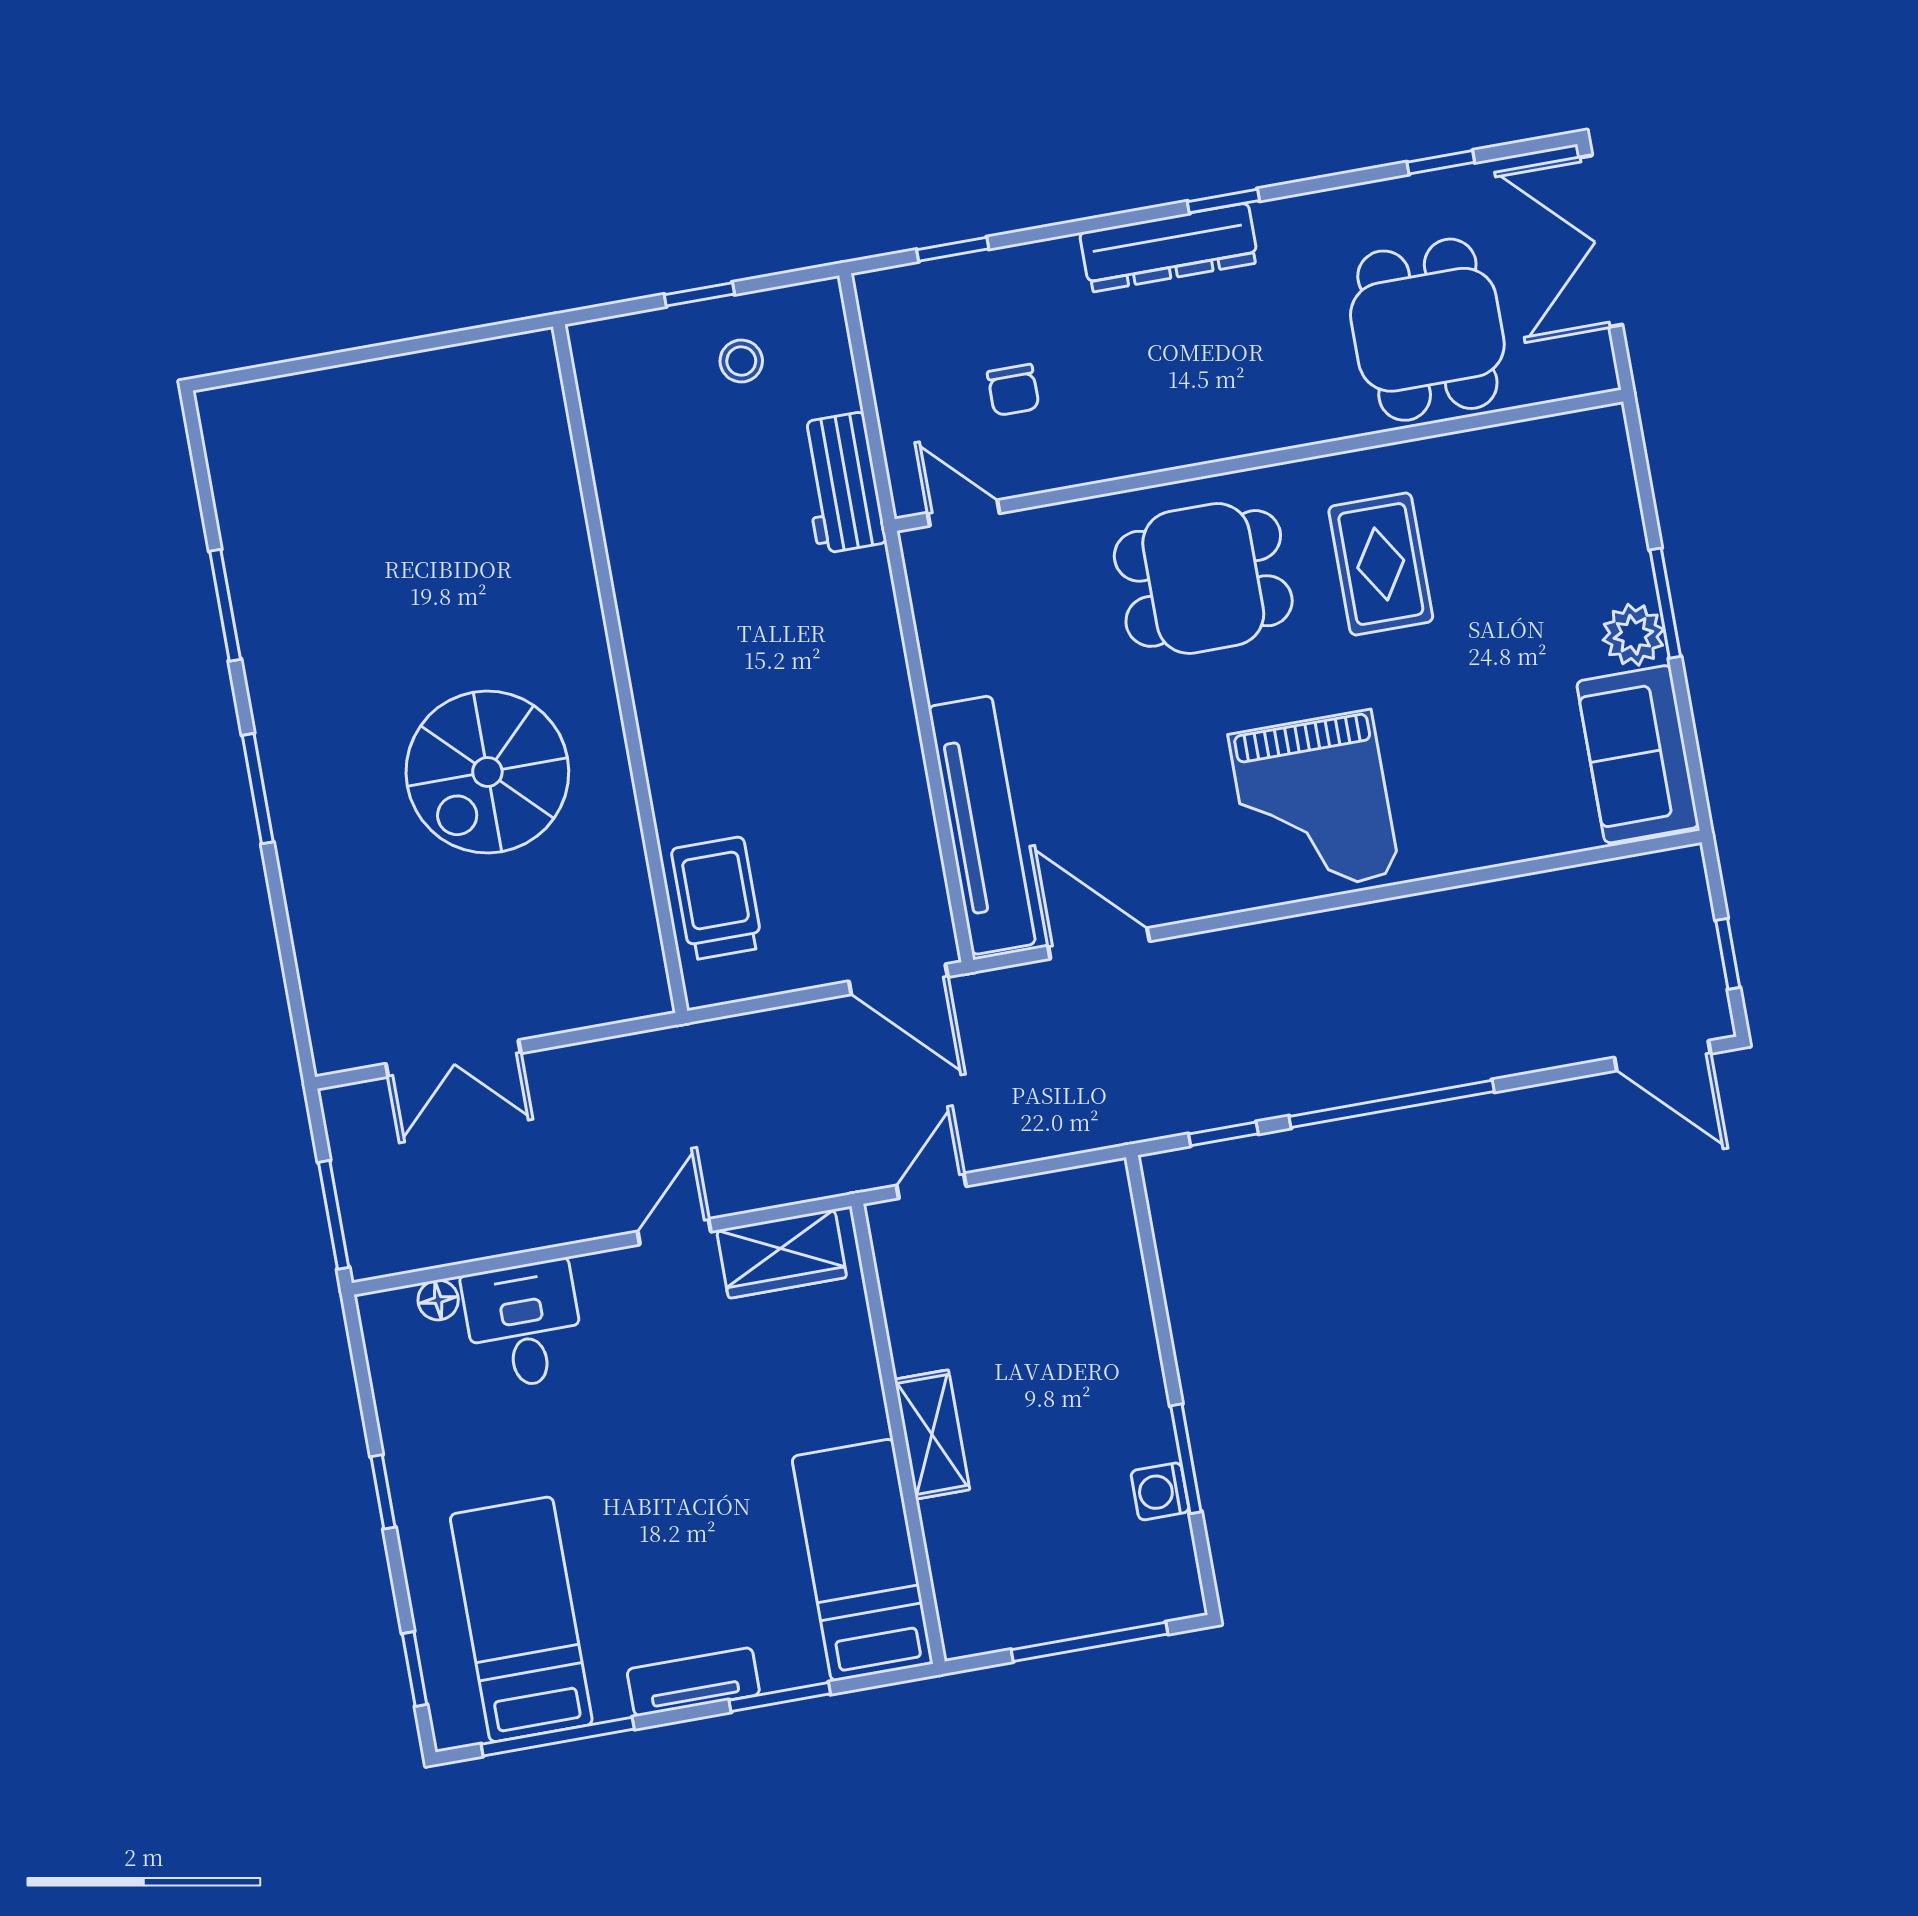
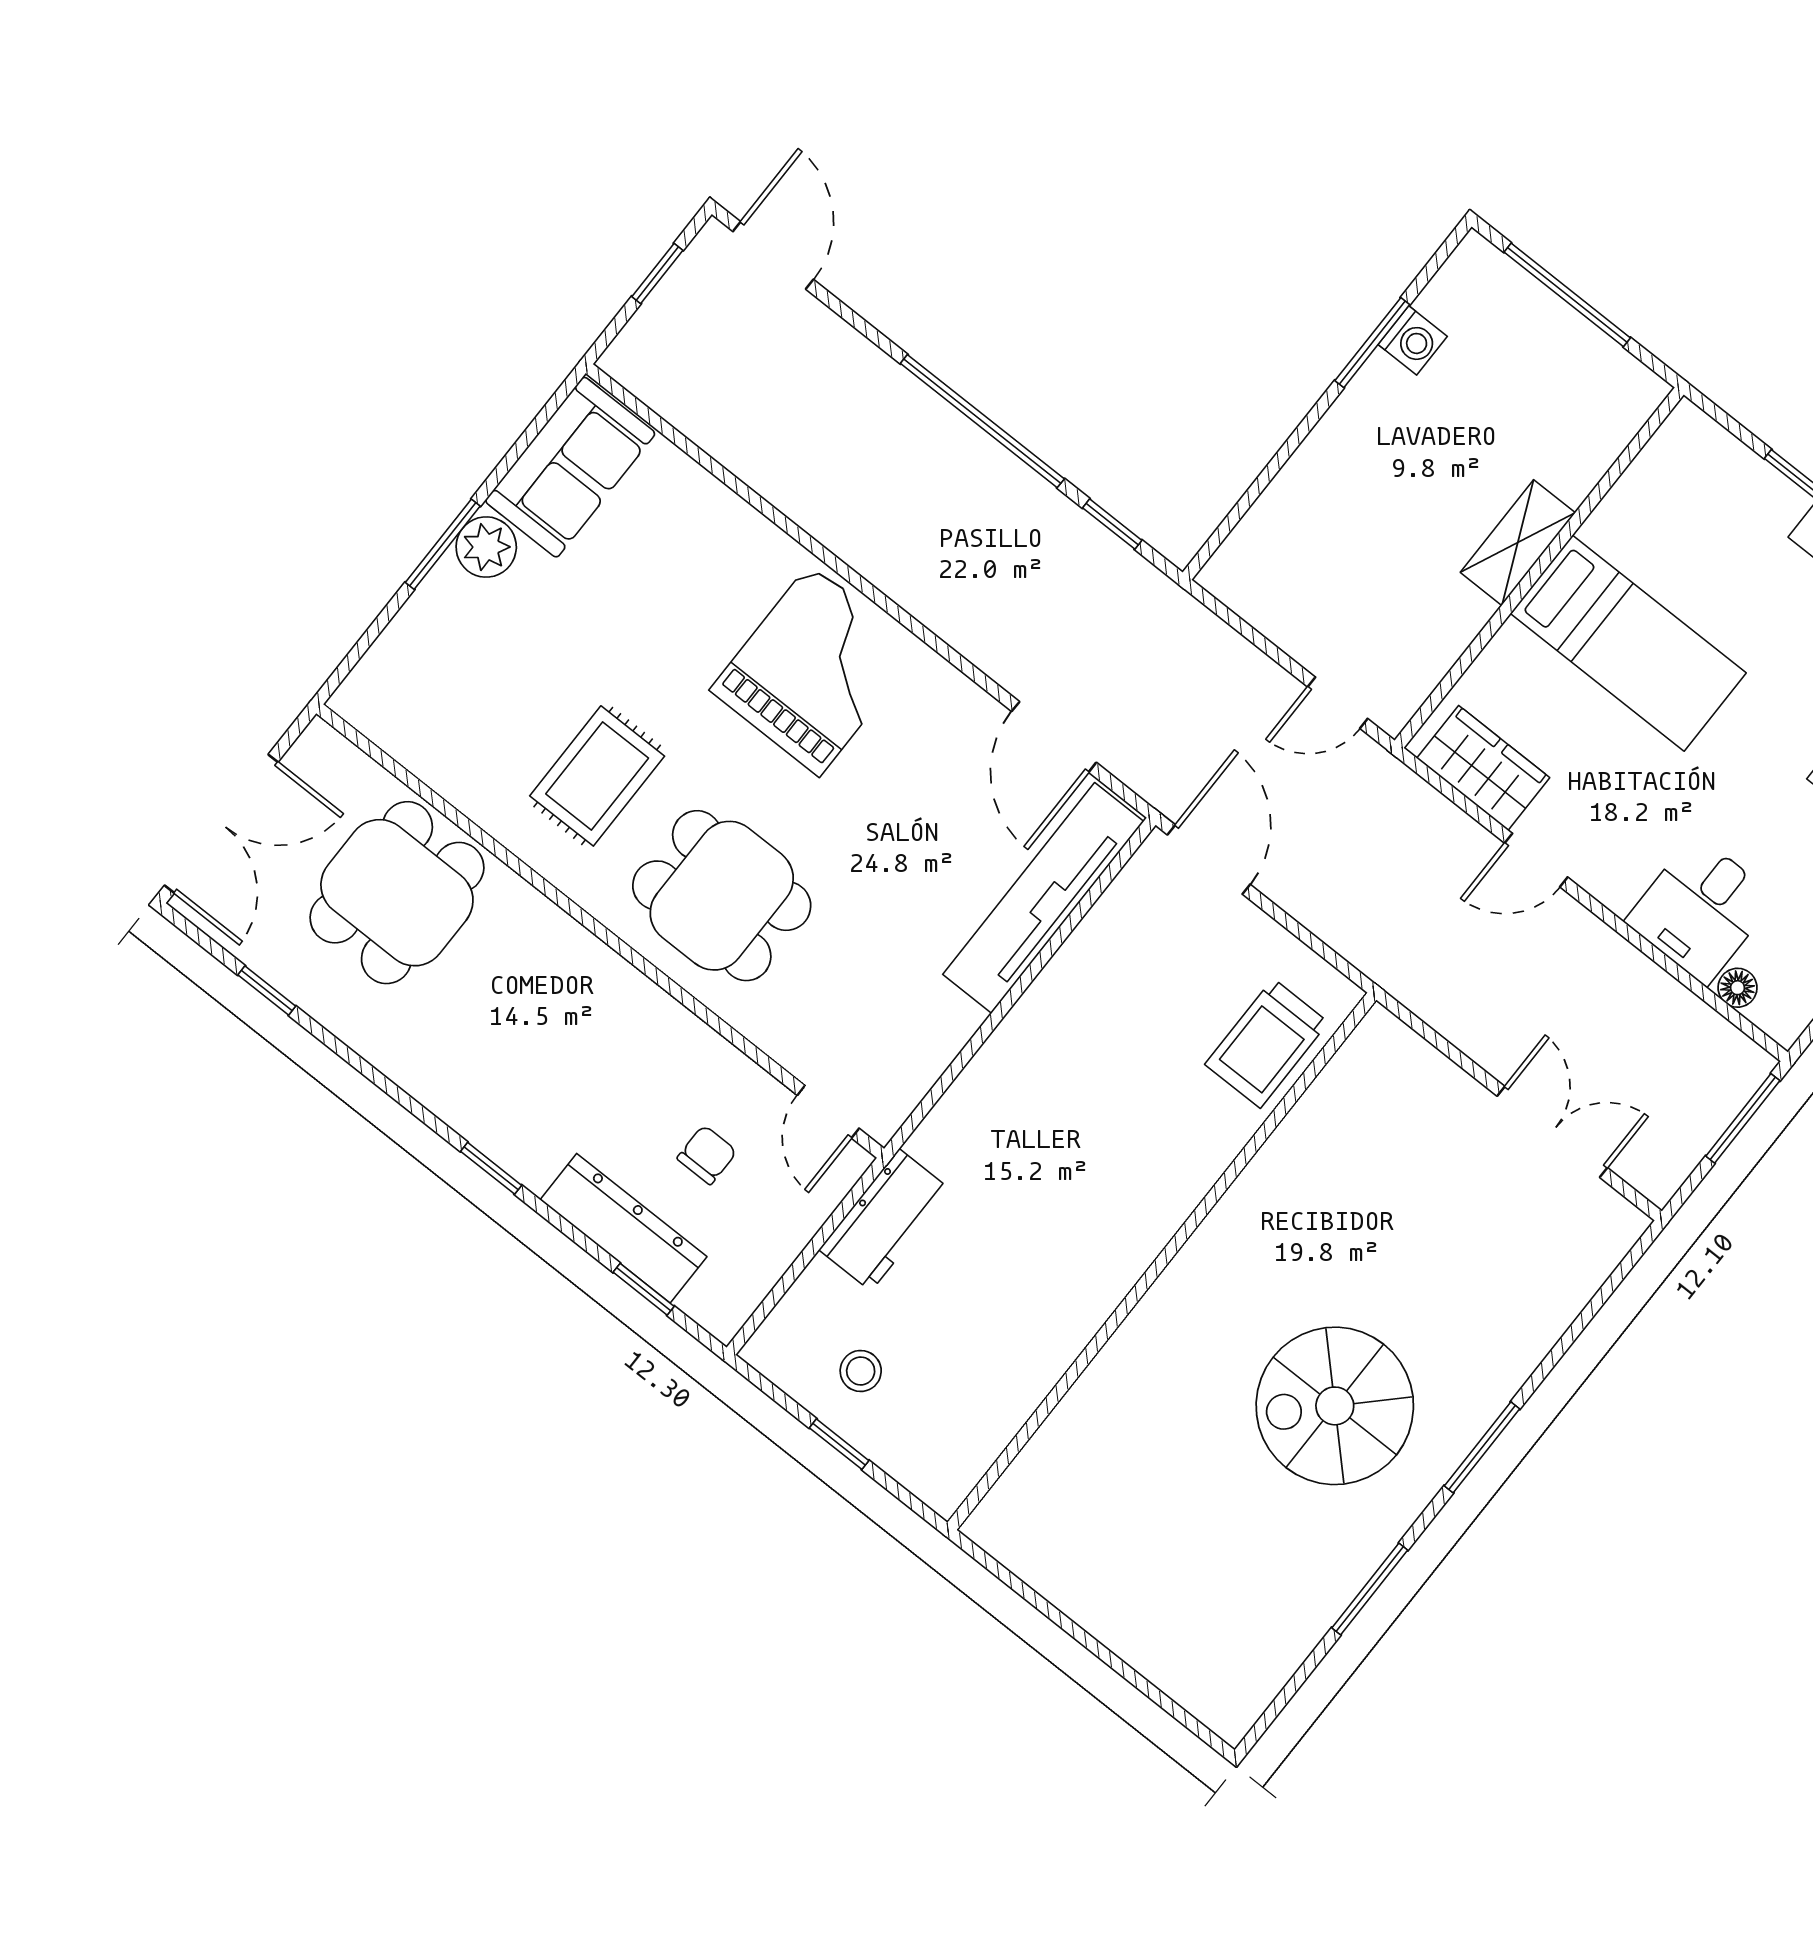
window: (1223, 201) -> (491, 1168), moved
dresser: (1169, 248) -> (623, 1228), moved
spiral stairs: (487, 772) -> (1335, 1406), moved, turned 180
bed: (862, 1560) -> (1628, 643), moved, turned -90

